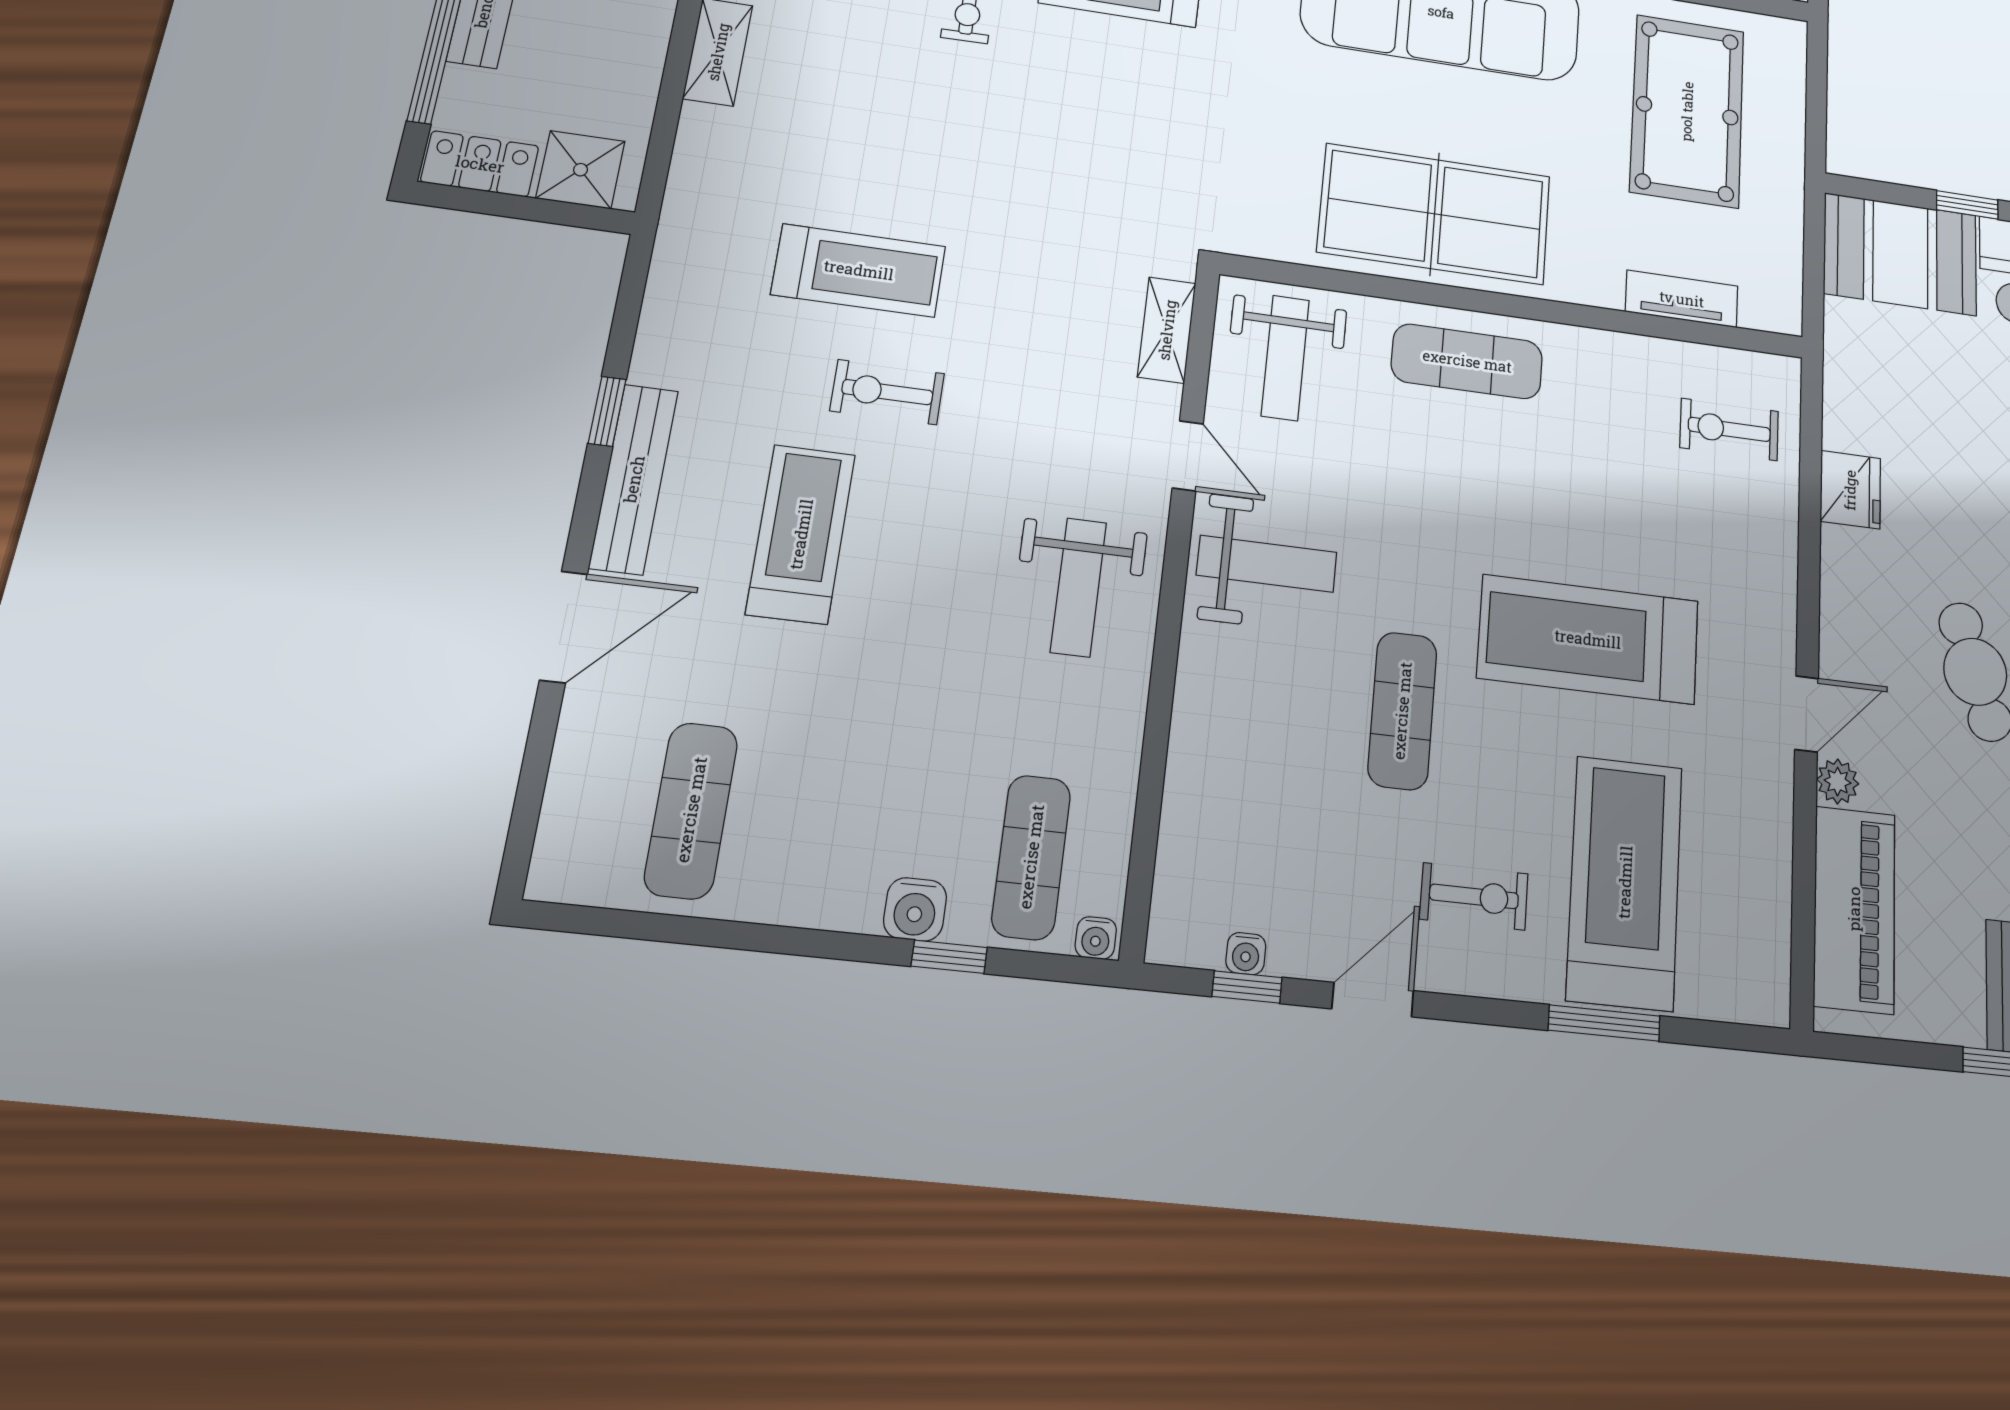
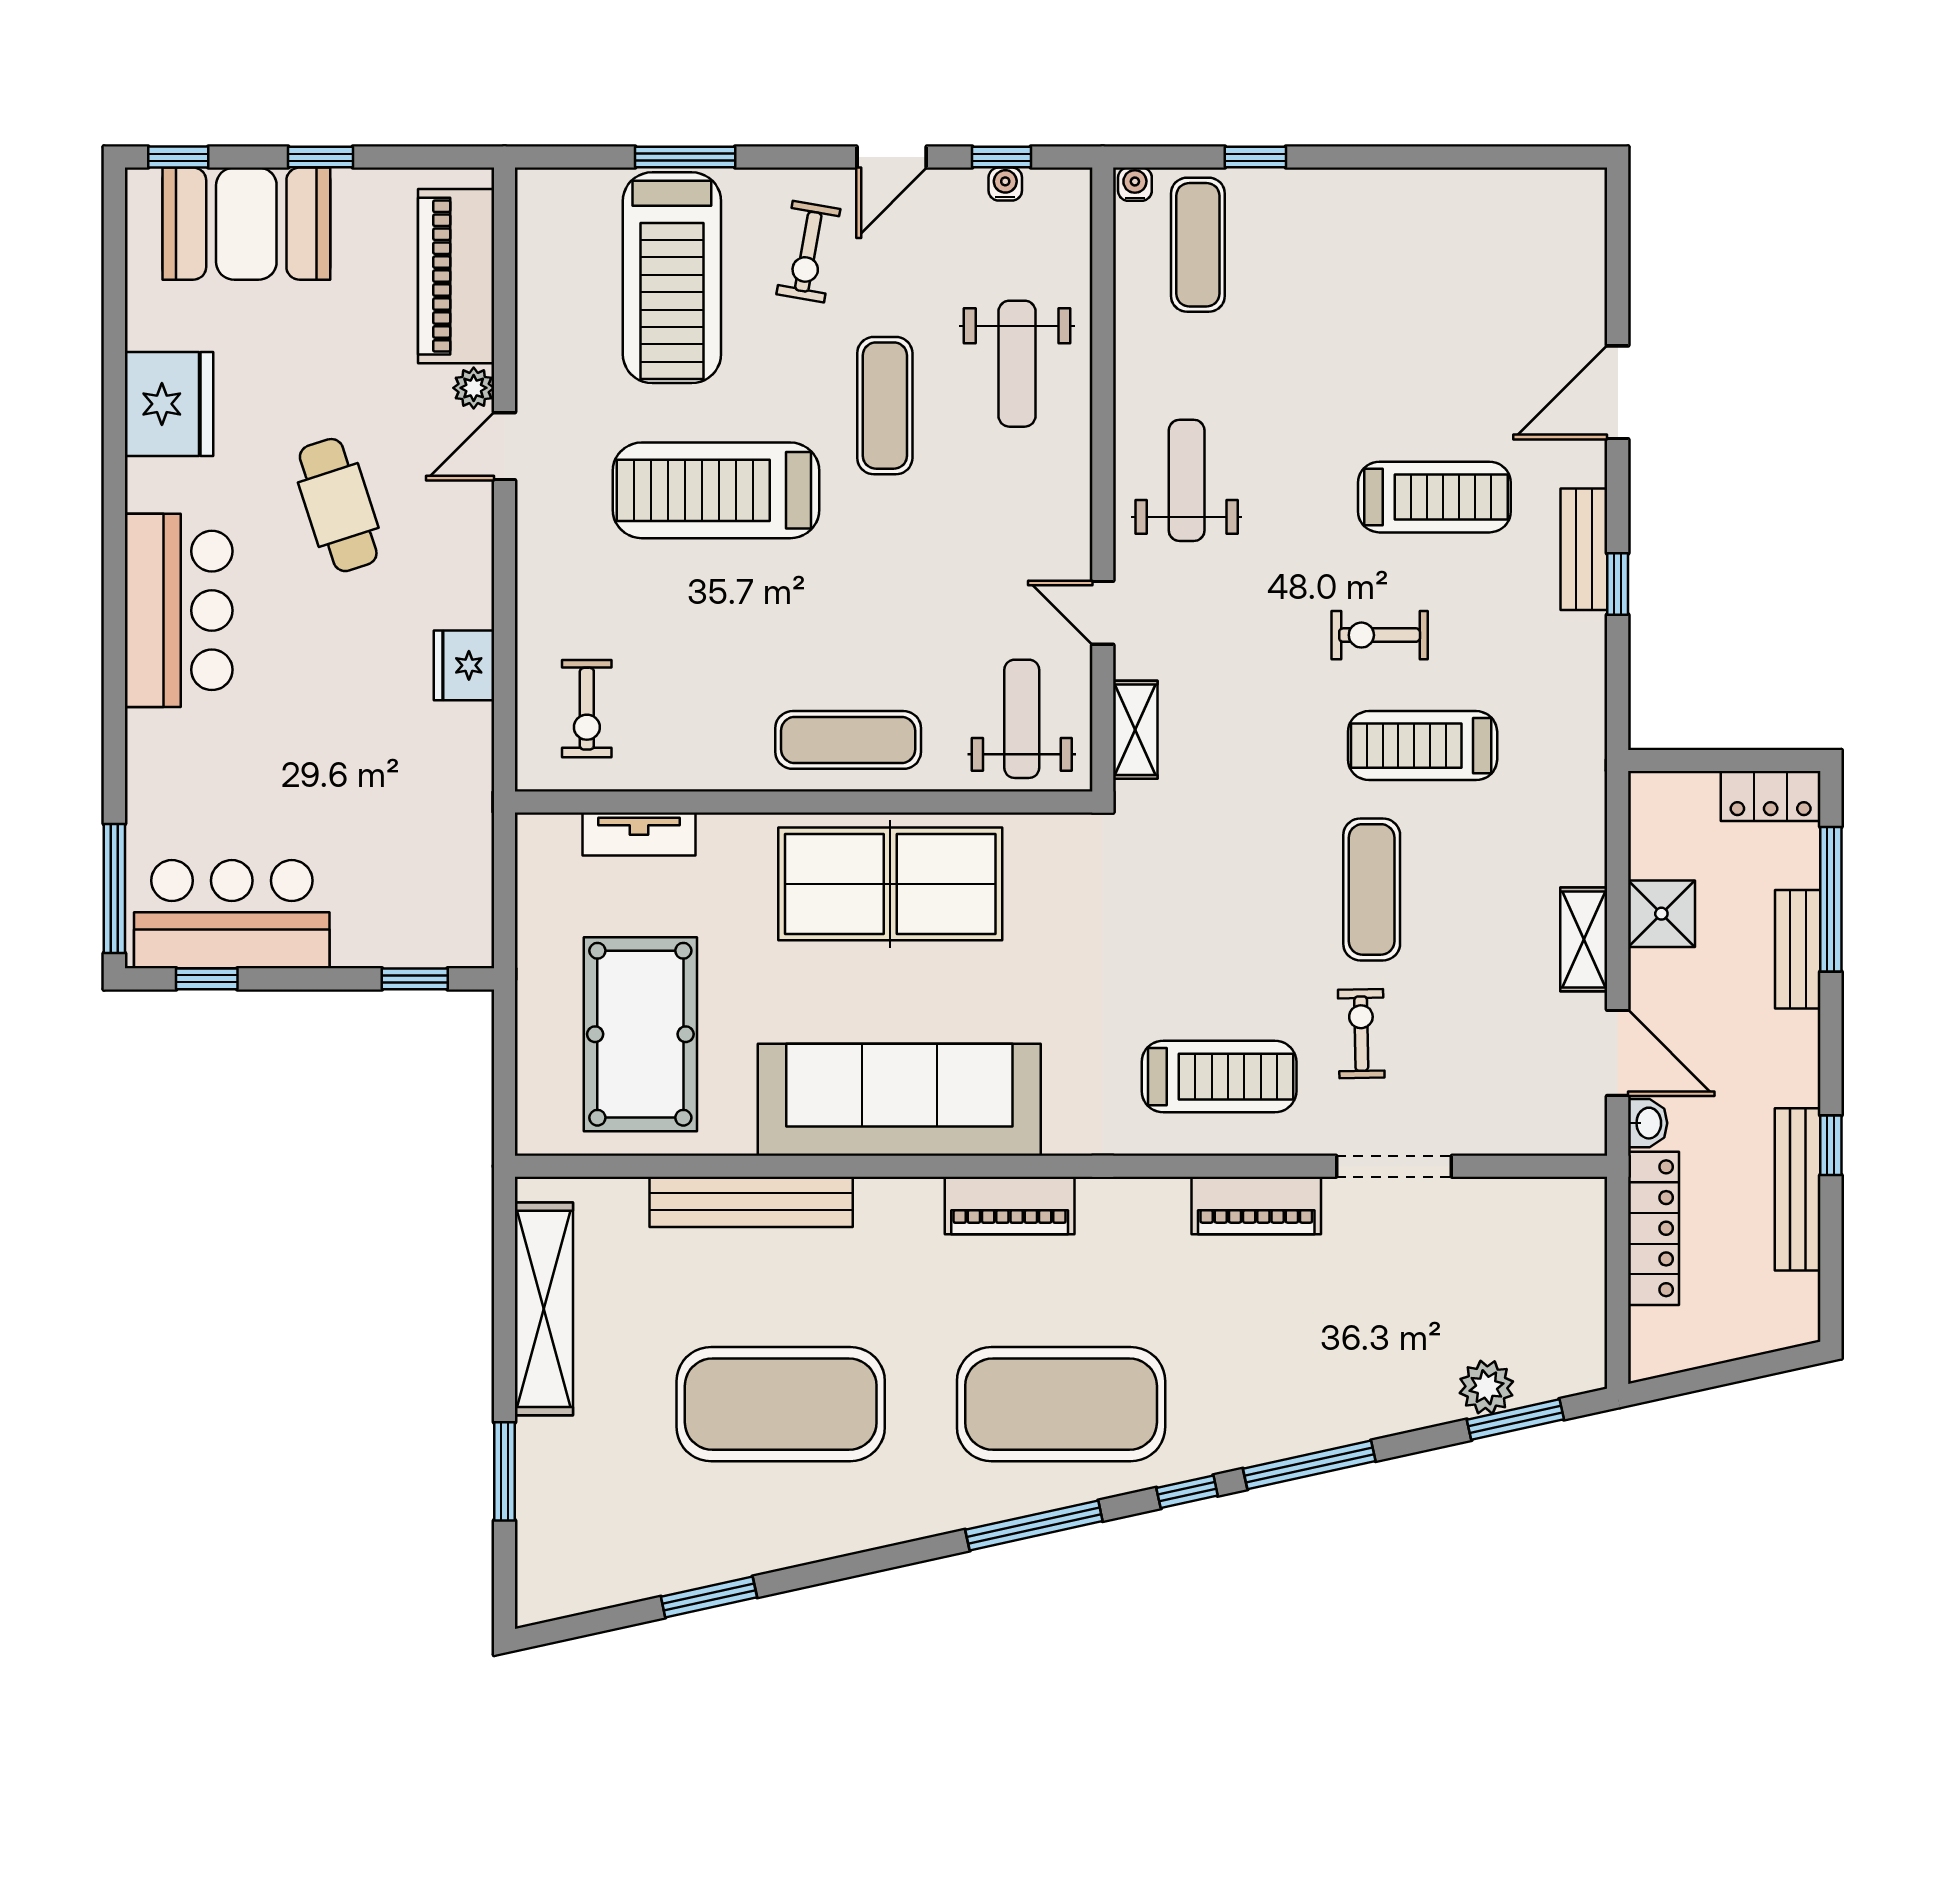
shower: (581, 170) -> (1661, 914), moved
window: (1967, 205) -> (415, 979), moved
booth: (1900, 254) -> (414, 915), removed
exercise bike: (887, 392) -> (1380, 635), turned 180
exercise bike: (1729, 429) -> (587, 709), turned 90
bench: (634, 479) -> (1584, 549), width x0.73
treadmill: (801, 534) -> (1434, 497), turned -90
weight bench: (1267, 564) -> (1017, 364), moved, turned -90
treadmill: (1588, 639) -> (716, 490), turned 180
exercise mat: (691, 810) -> (1372, 889), moved
exercise bike: (1474, 896) -> (808, 252), turned -80
water cooler: (915, 909) -> (1289, 192), removed

